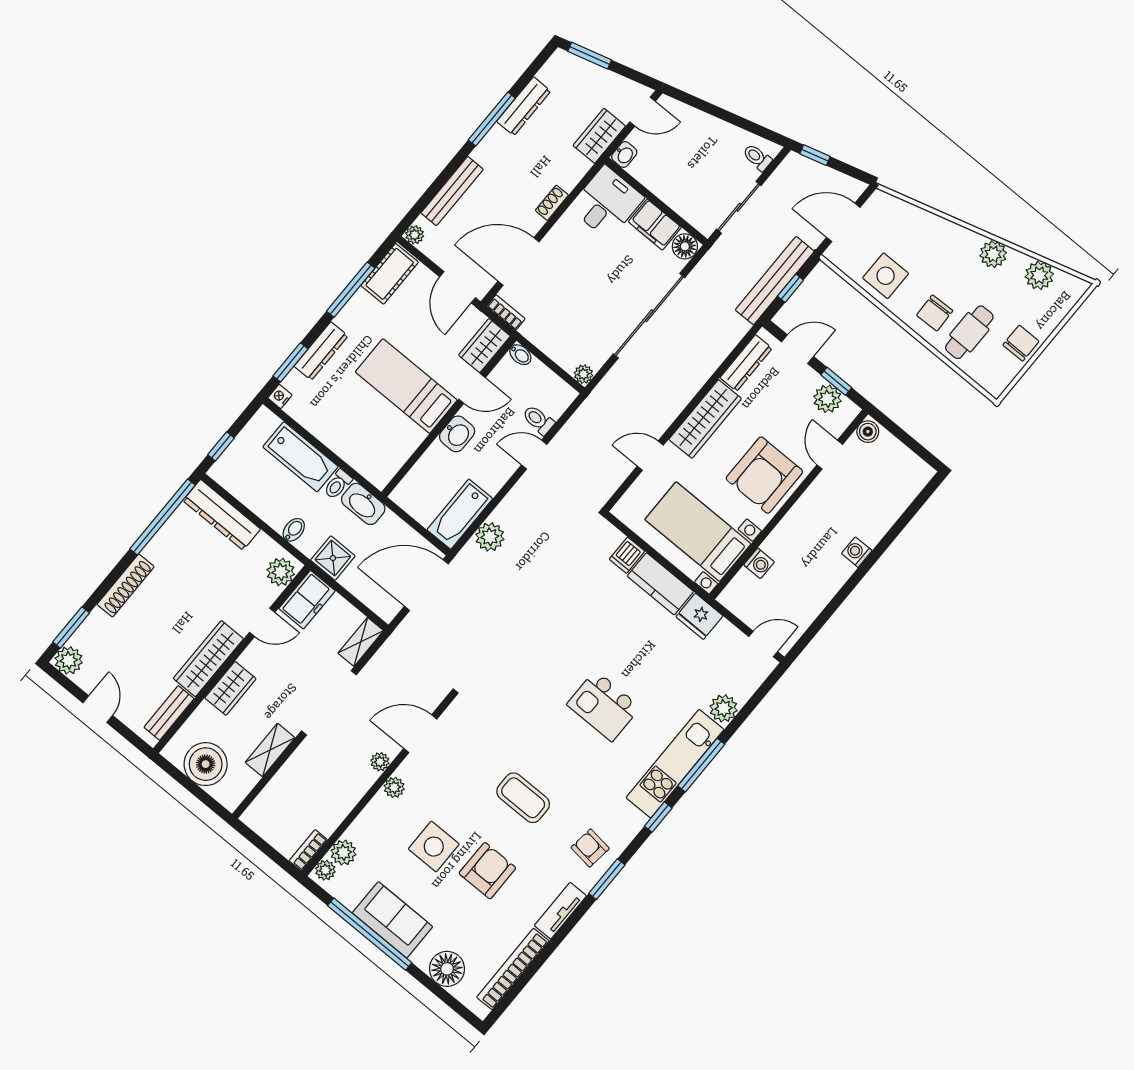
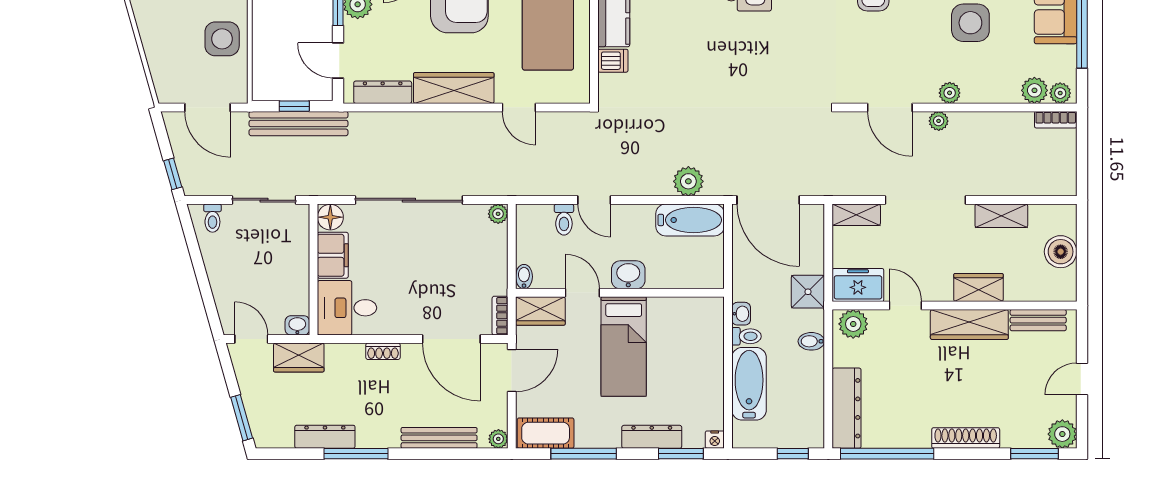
washbasin: (363, 504) -> (741, 314), width x0.52, depth x0.69
boiler: (206, 764) -> (1061, 252), width x0.73, depth x0.73

